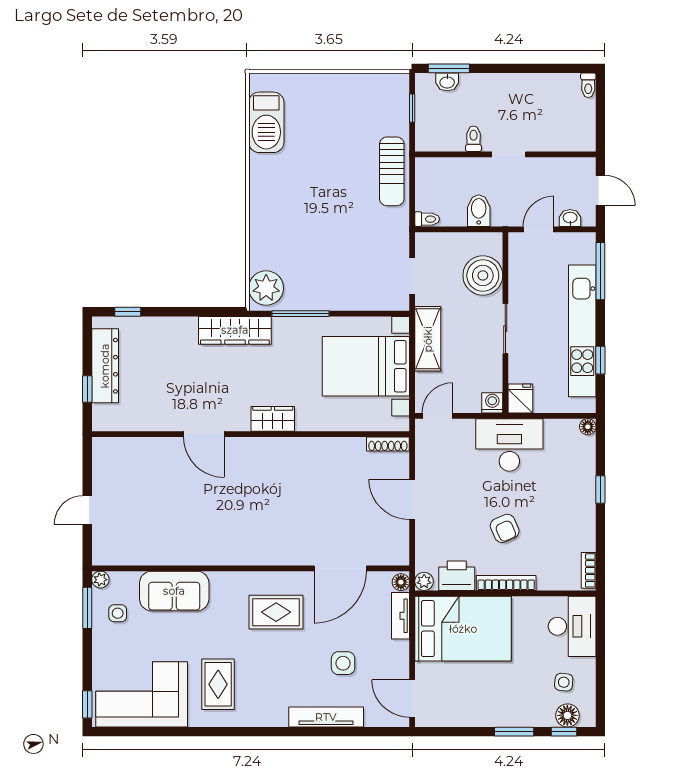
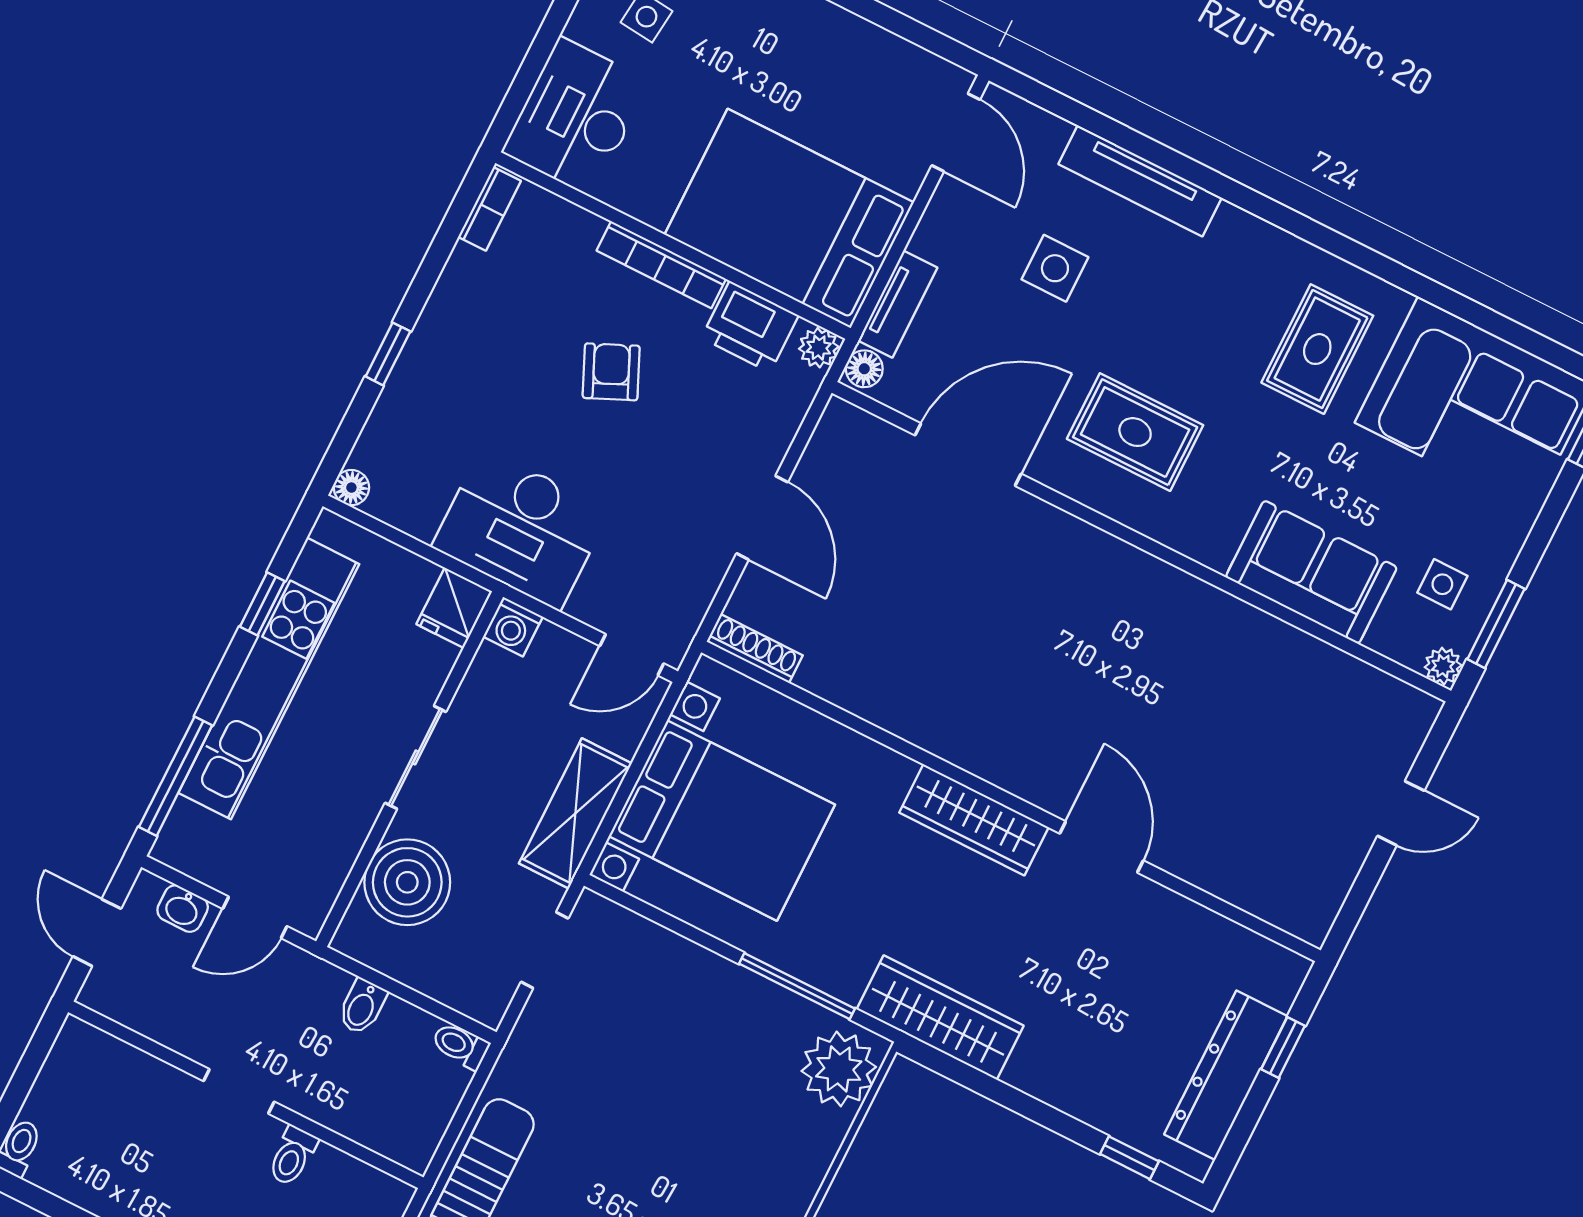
bidet: (479, 211) -> (362, 1007), width x0.72, depth x0.74
wardrobe: (273, 419) -> (974, 820), width x1.50

